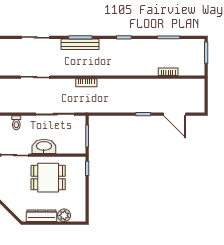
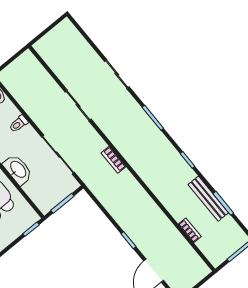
bench: (80, 44) -> (208, 199), moved

